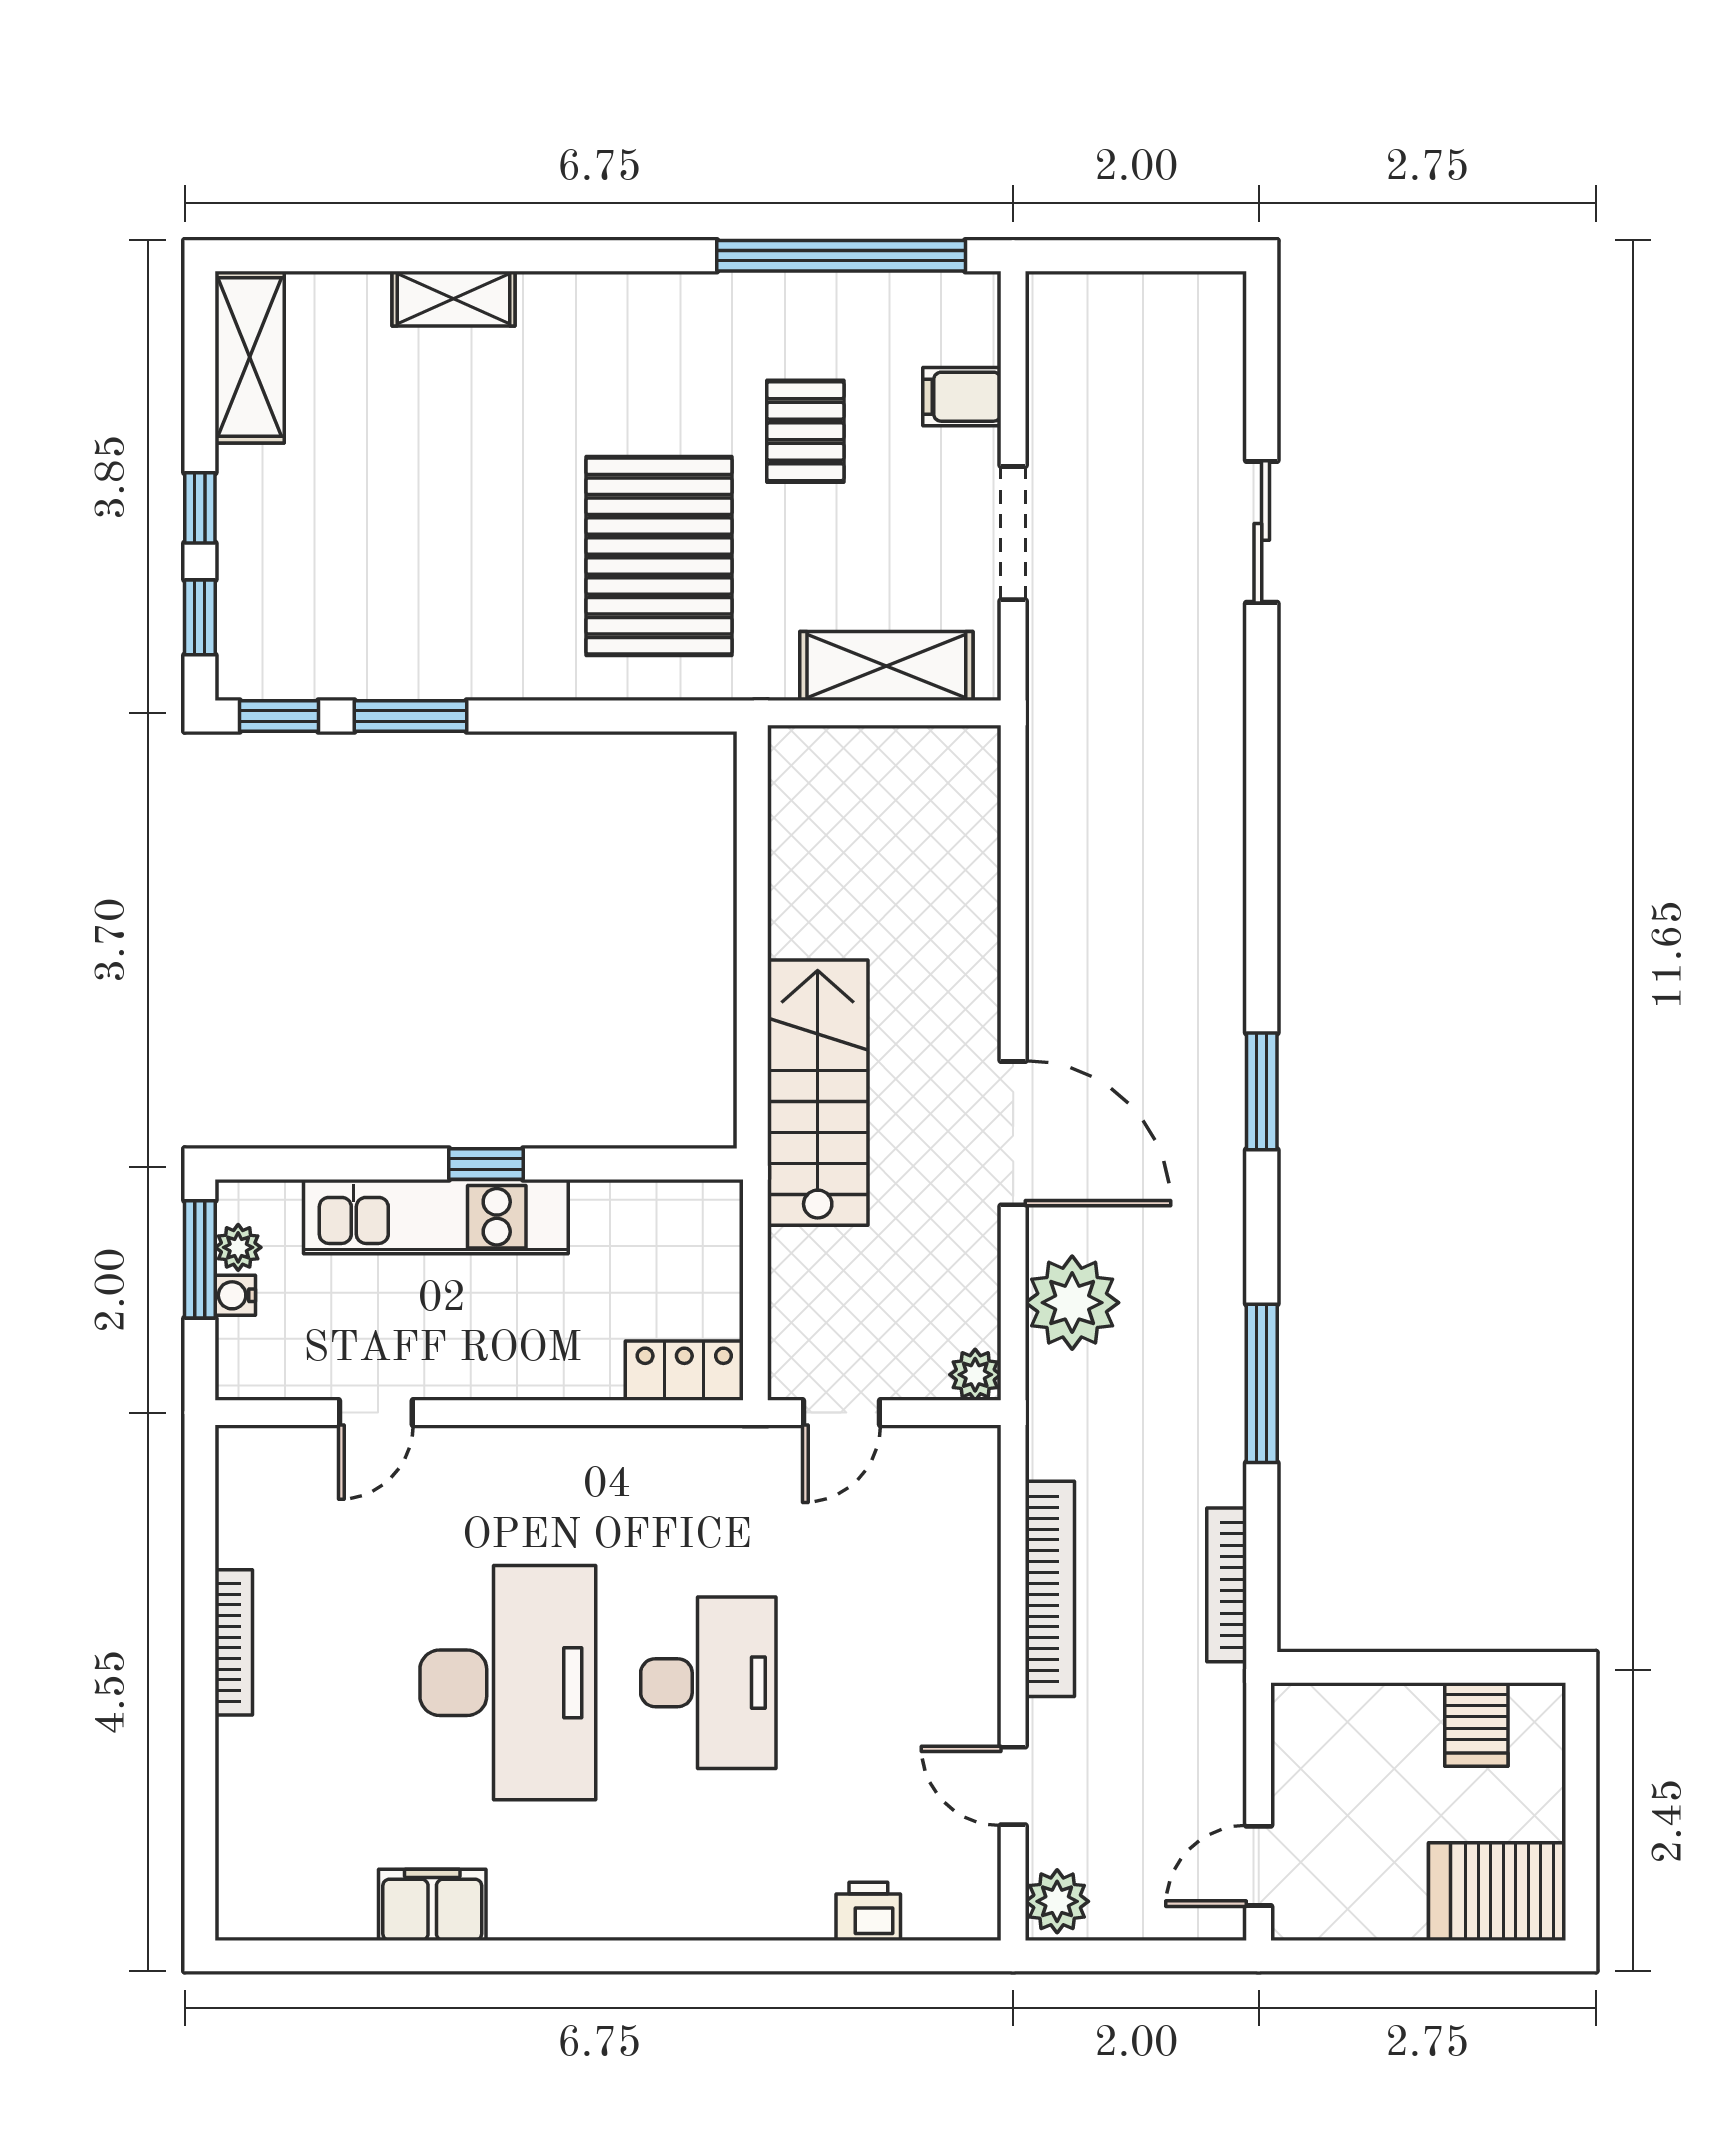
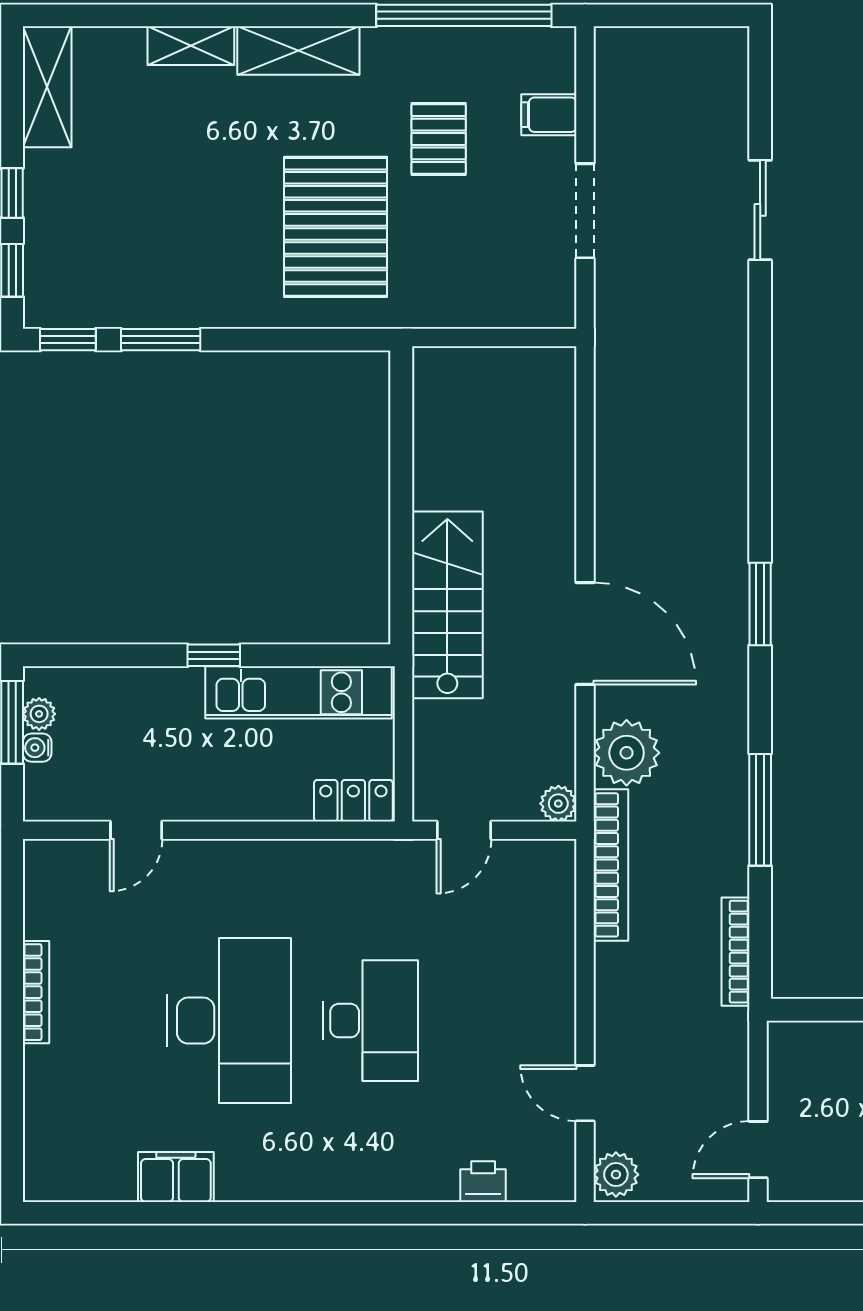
shelving: (886, 666) -> (298, 51), moved
kitchen unit: (436, 1217) -> (299, 692), moved
bookcase: (1050, 1589) -> (611, 865), moved

